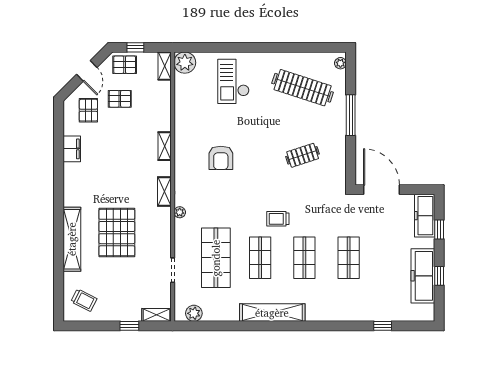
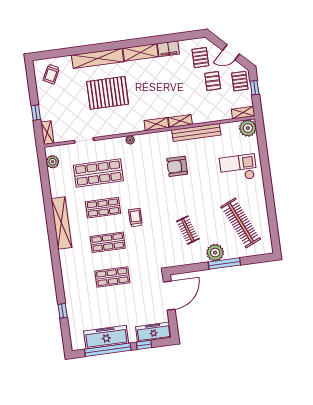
plant: (340, 63) -> (215, 253), moved, width x1.88, depth x1.88
clothes rail: (303, 88) -> (241, 223), turned -42
pallet: (88, 110) -> (200, 58), turned 90
bench: (182, 128) -> (196, 132), added
shelving: (72, 184) -> (140, 52), added
shelving: (164, 192) -> (156, 124), moved
window: (439, 276) -> (108, 350), width x3.17

